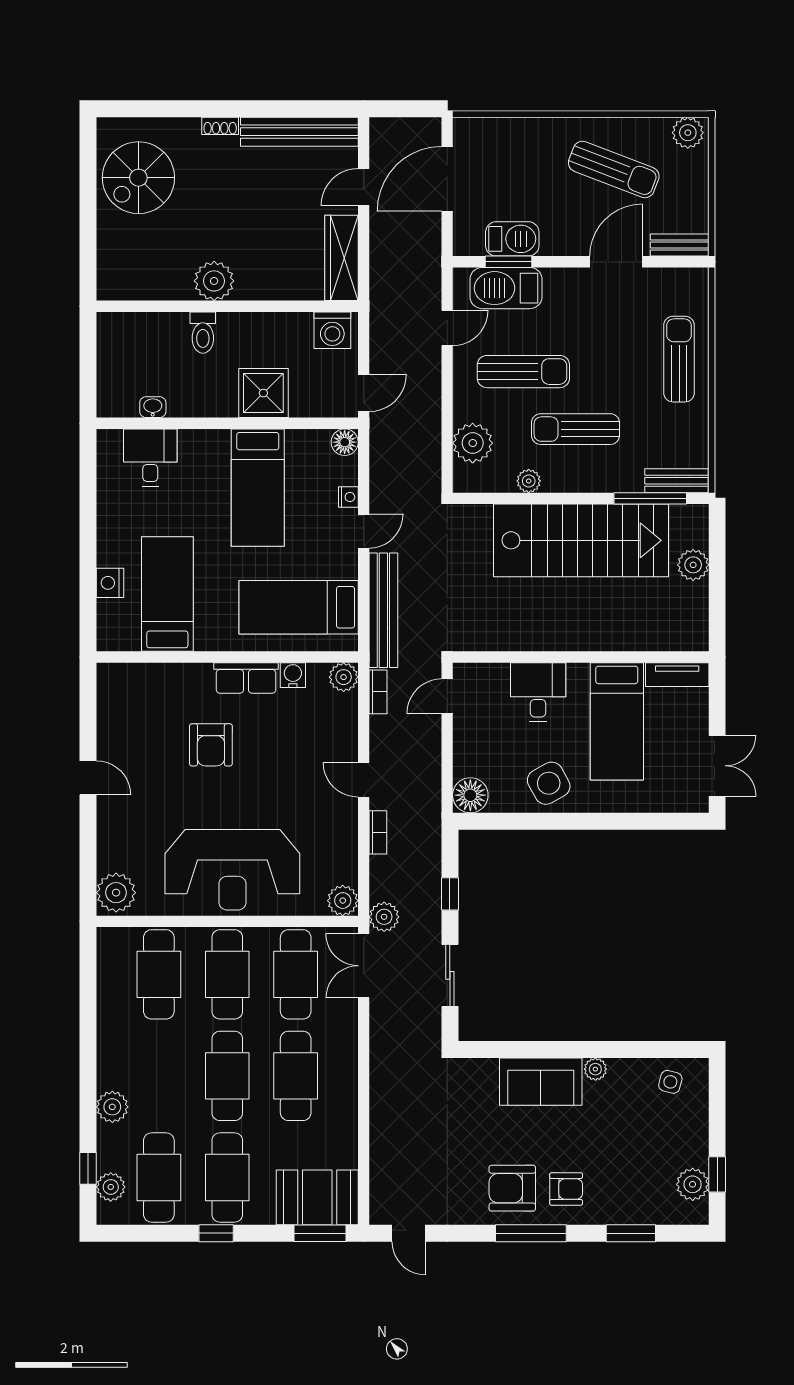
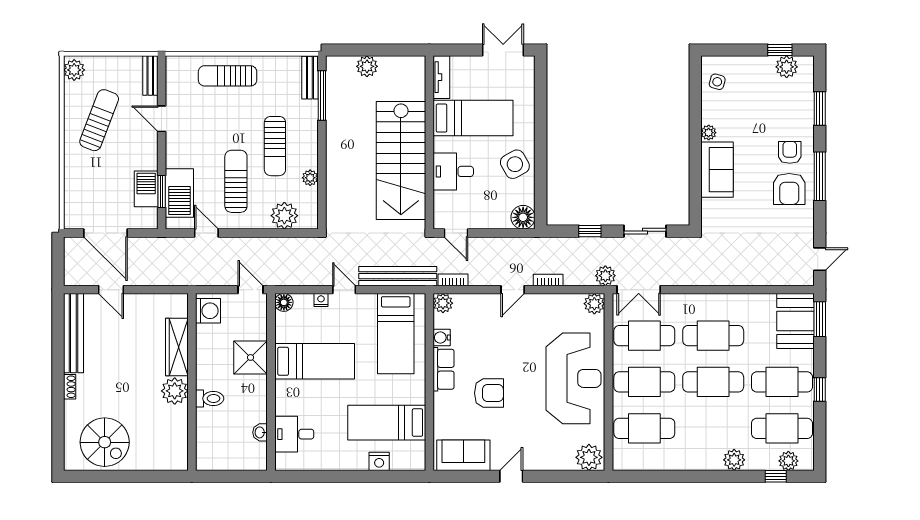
wardrobe: (342, 258) -> (177, 347), moved, turned 90
door: (616, 262) -> (162, 119), width x0.73
stairs: (581, 540) -> (401, 160), moved, turned 180
sofa: (119, 707) -> (463, 455), added

